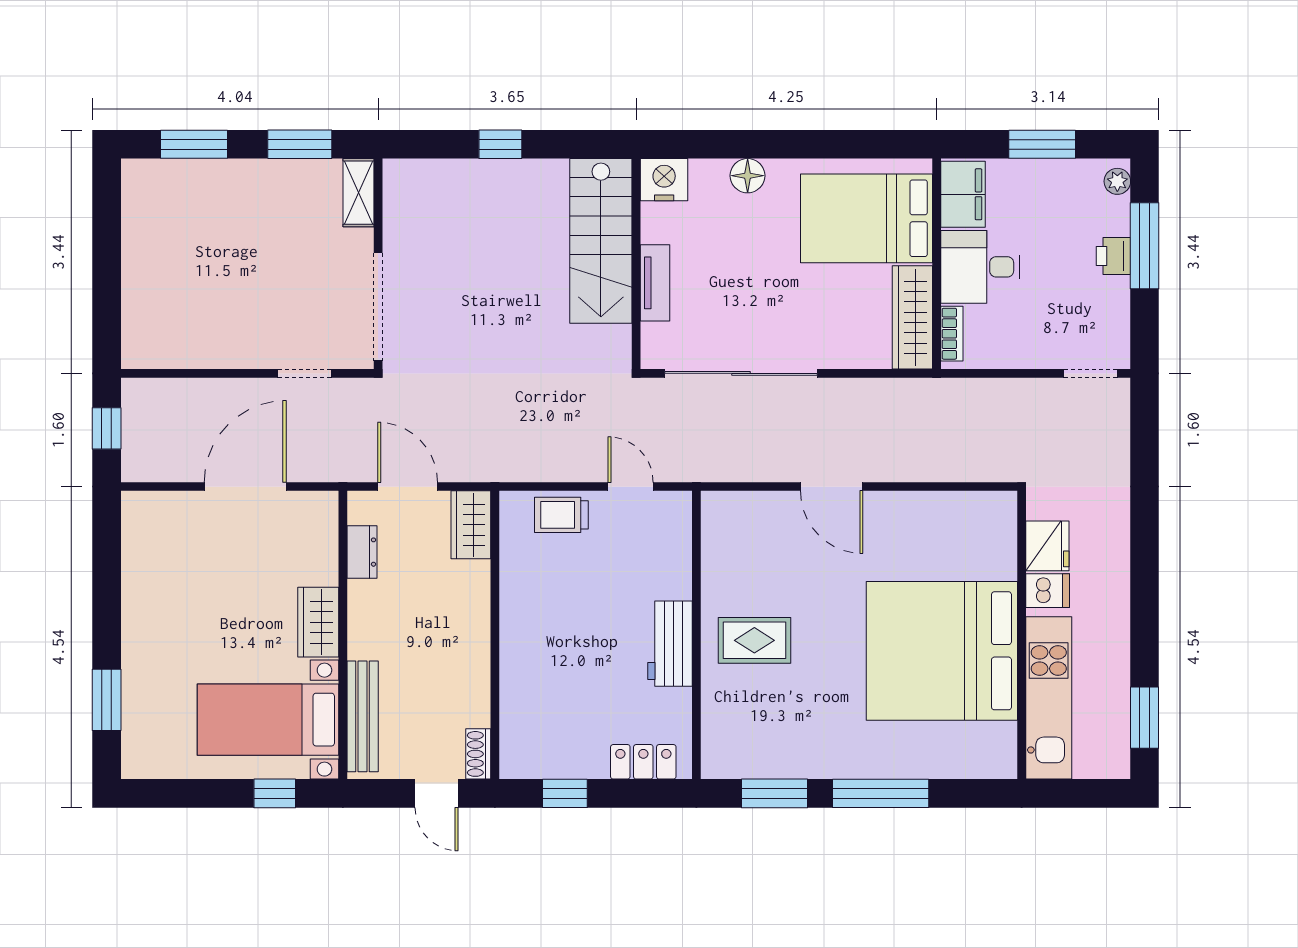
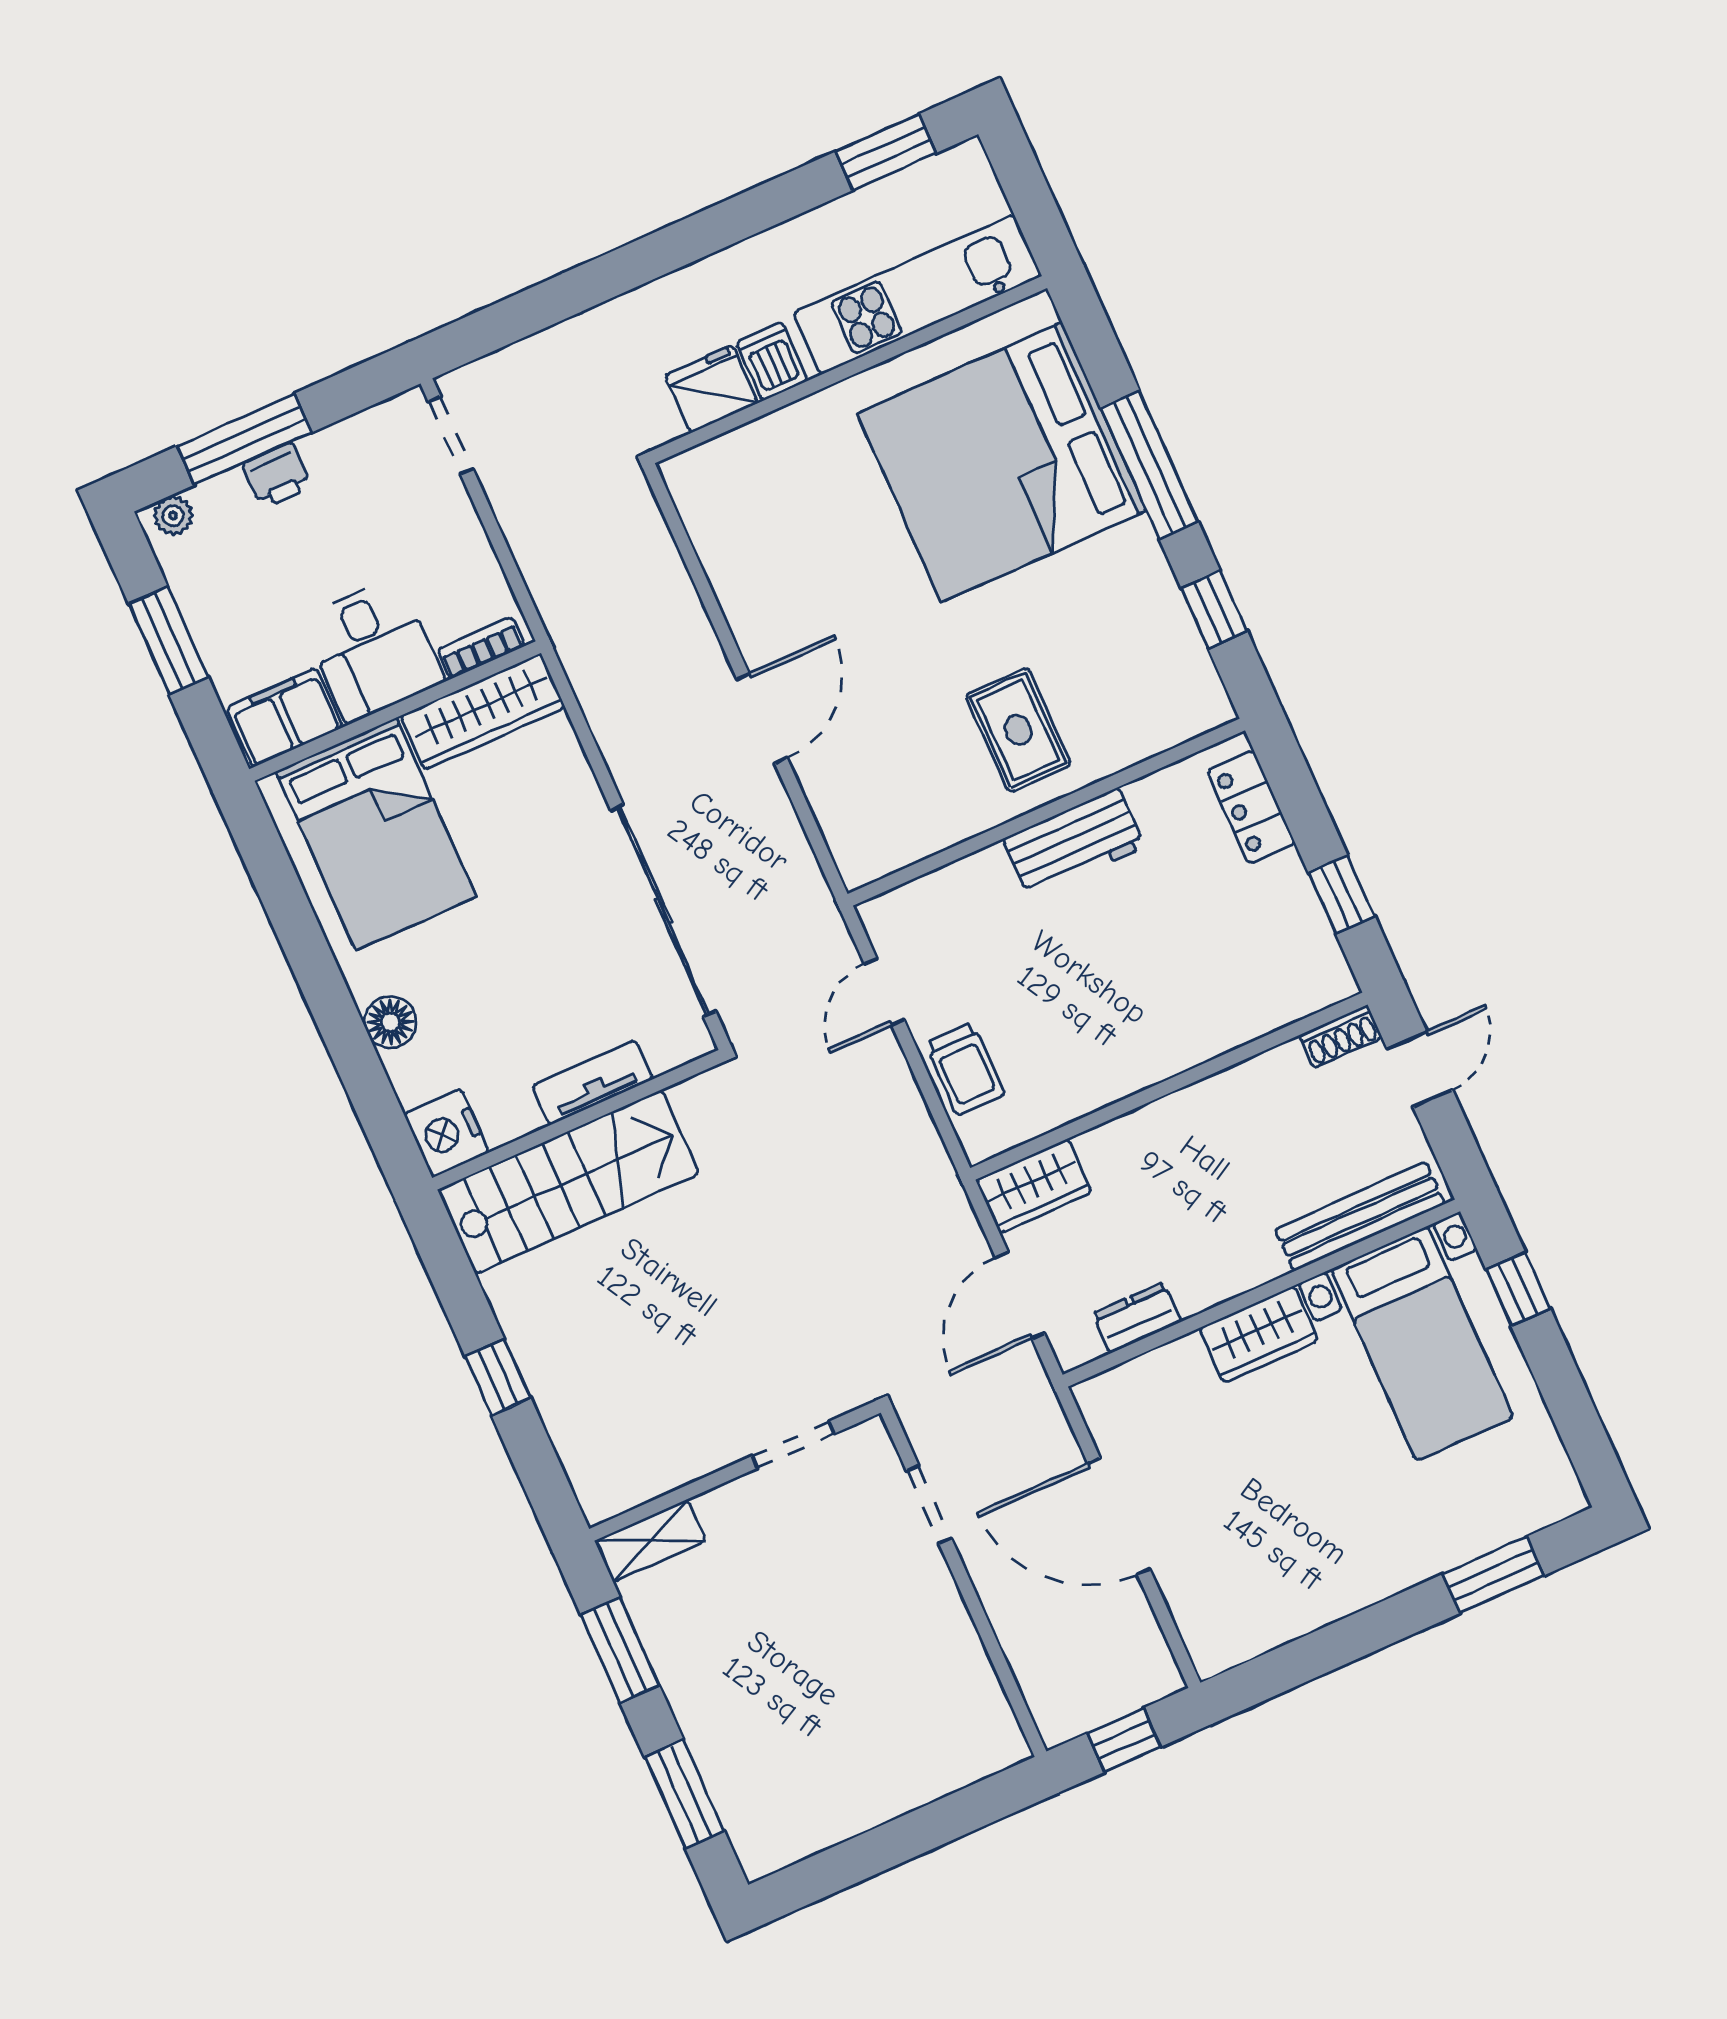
doorway: (378, 307) -> (793, 1445), width x0.53
bed: (942, 651) -> (1002, 462), moved, turned 90
window: (774, 793) -> (1214, 610), width x0.67

